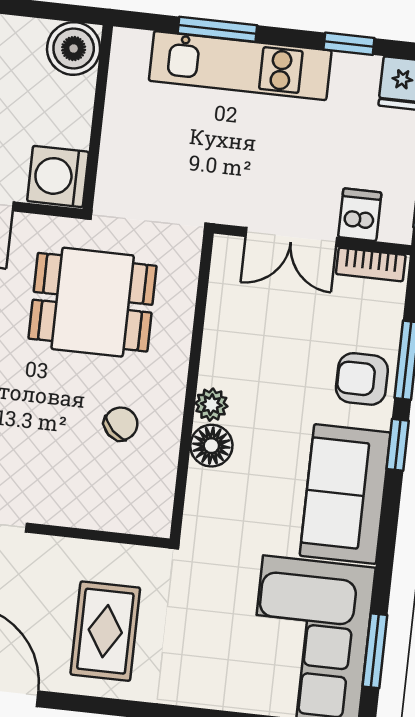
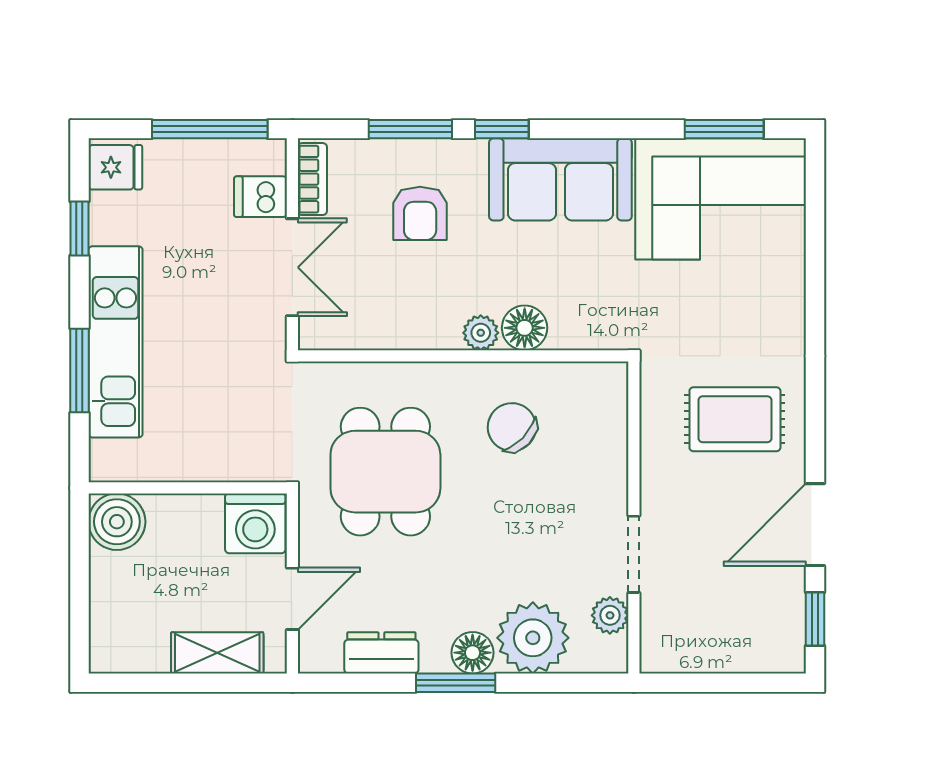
armchair: (362, 379) -> (420, 213), moved
chair: (121, 424) -> (512, 427), width x1.37, depth x1.37

